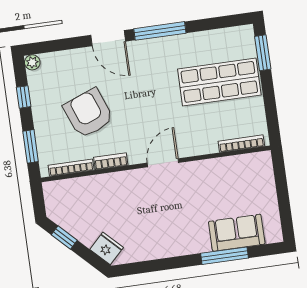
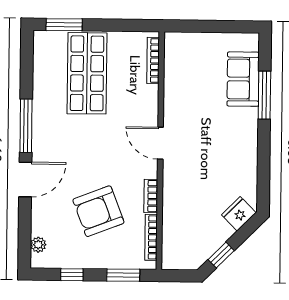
plant: (32, 62) -> (38, 245), moved

